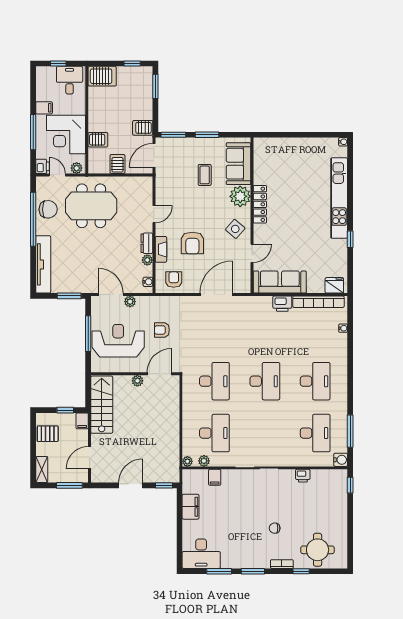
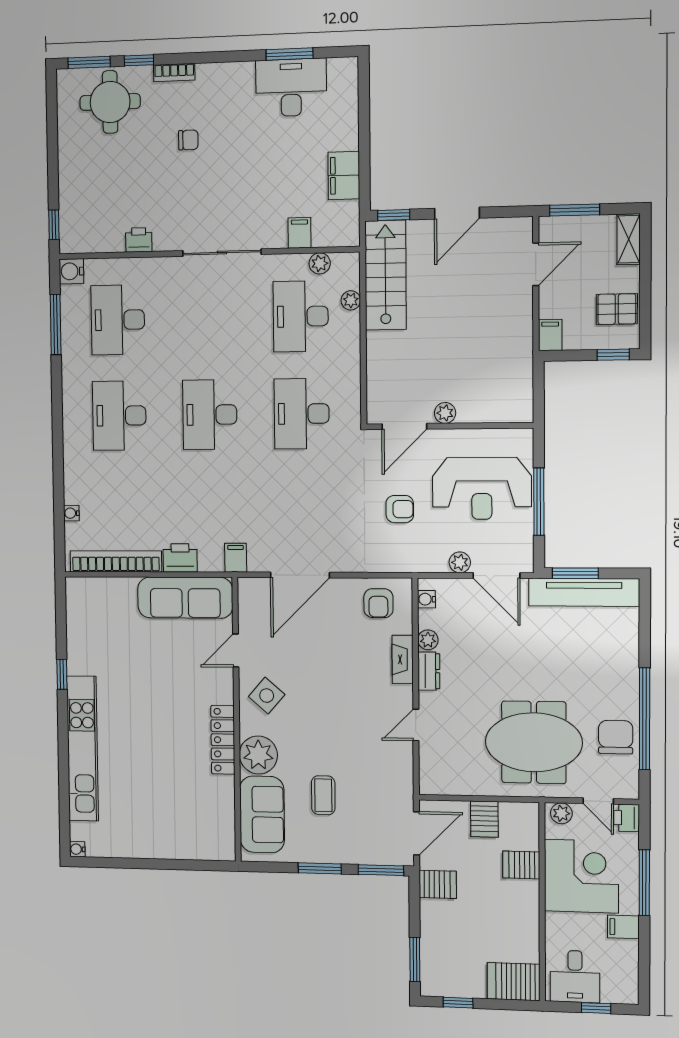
chair: (48, 209) -> (616, 737), turned 90
armchair: (192, 243) -> (345, 671), removed
tv unit: (43, 264) -> (584, 592), moved, turned -90
fridge: (334, 285) -> (88, 591), removed
filing cabinet: (252, 304) -> (236, 558), added
stairs: (102, 405) -> (386, 275), moved, turned 180
window: (65, 410) -> (613, 355), moved
plant: (187, 461) -> (351, 300), moved
desk: (201, 554) -> (291, 88), moved
window: (253, 571) -> (89, 62), moved

